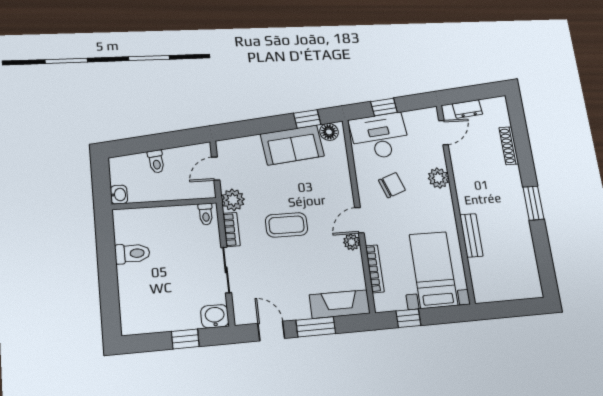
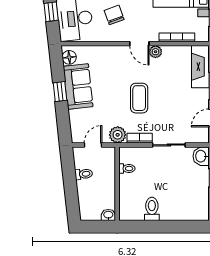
window: (307, 119) -> (60, 92), moved
toilet: (156, 162) -> (84, 174), moved
door: (216, 169) -> (93, 145), swing flipped
toilet: (206, 214) -> (127, 169), moved

